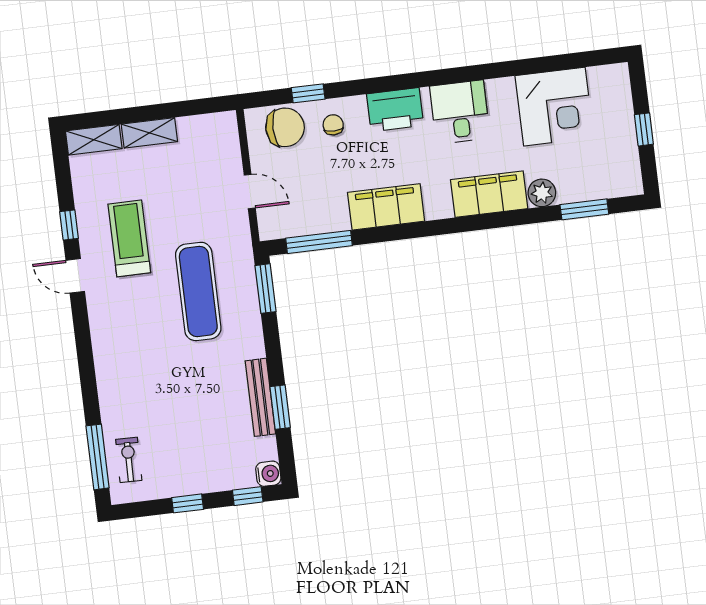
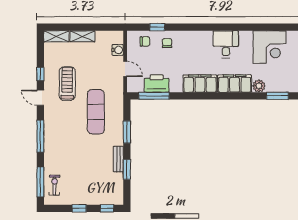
printer: (395, 110) -> (157, 83), moved, turned 180
chair: (285, 127) -> (145, 41), width x0.54, depth x0.54
filing cabinet: (386, 207) -> (200, 84), moved
window: (265, 289) -> (127, 132), moved
window: (85, 359) -> (40, 136), added
bench: (260, 397) -> (118, 159), width x0.73
water cooler: (268, 474) -> (118, 50), moved

